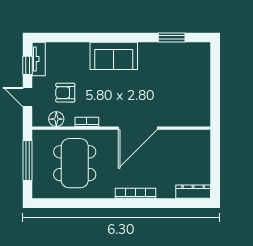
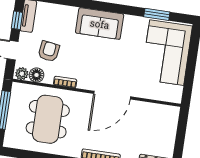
corner sofa: (188, 76) -> (167, 53), added
armchair: (65, 93) -> (49, 51), turned 98
plant: (41, 120) -> (22, 74), added

